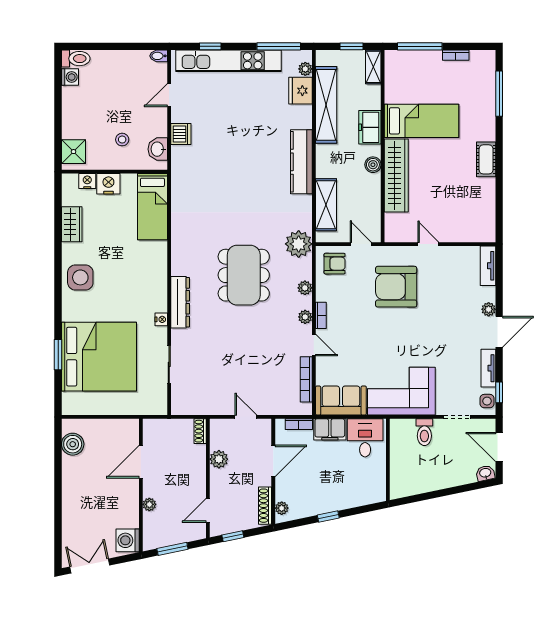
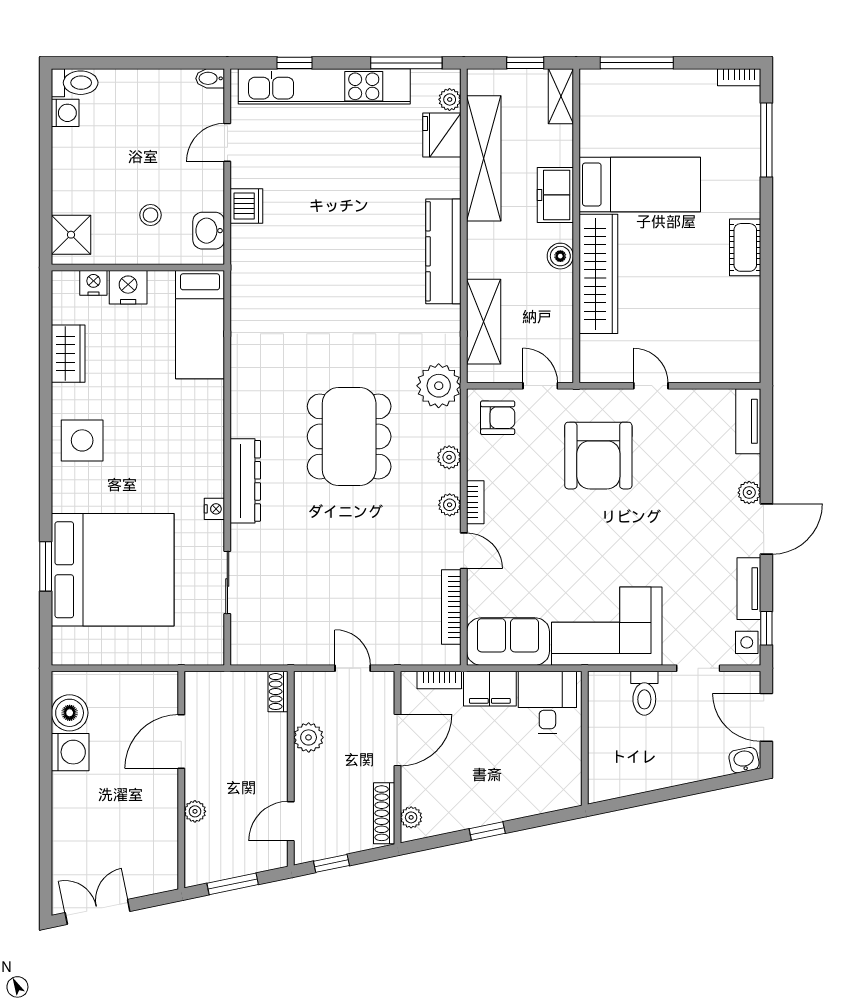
bookcase: (456, 55) -> (739, 77), moved
armchair: (396, 287) -> (598, 456), turned -90
washing machine: (128, 540) -> (70, 752), moved, turned 180

